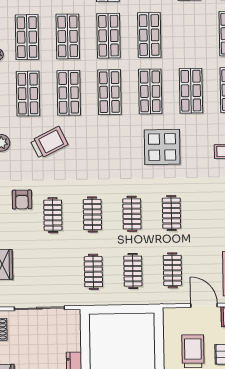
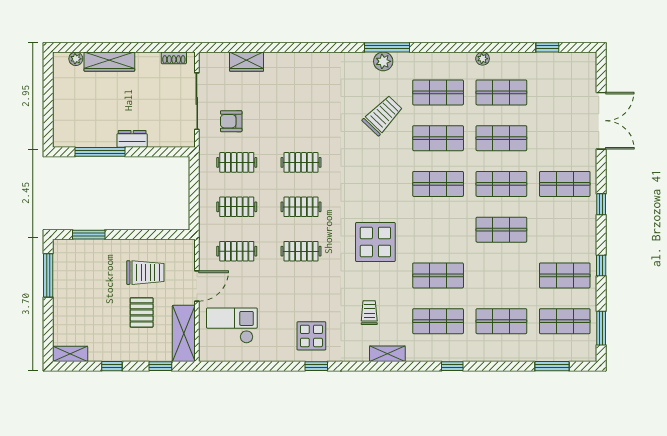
shop shelf: (150, 91) -> (438, 230), removed
trolley: (49, 143) -> (383, 115), turned -110
armchair: (22, 200) -> (231, 121), moved
clothes rail: (53, 215) -> (301, 118), removed

